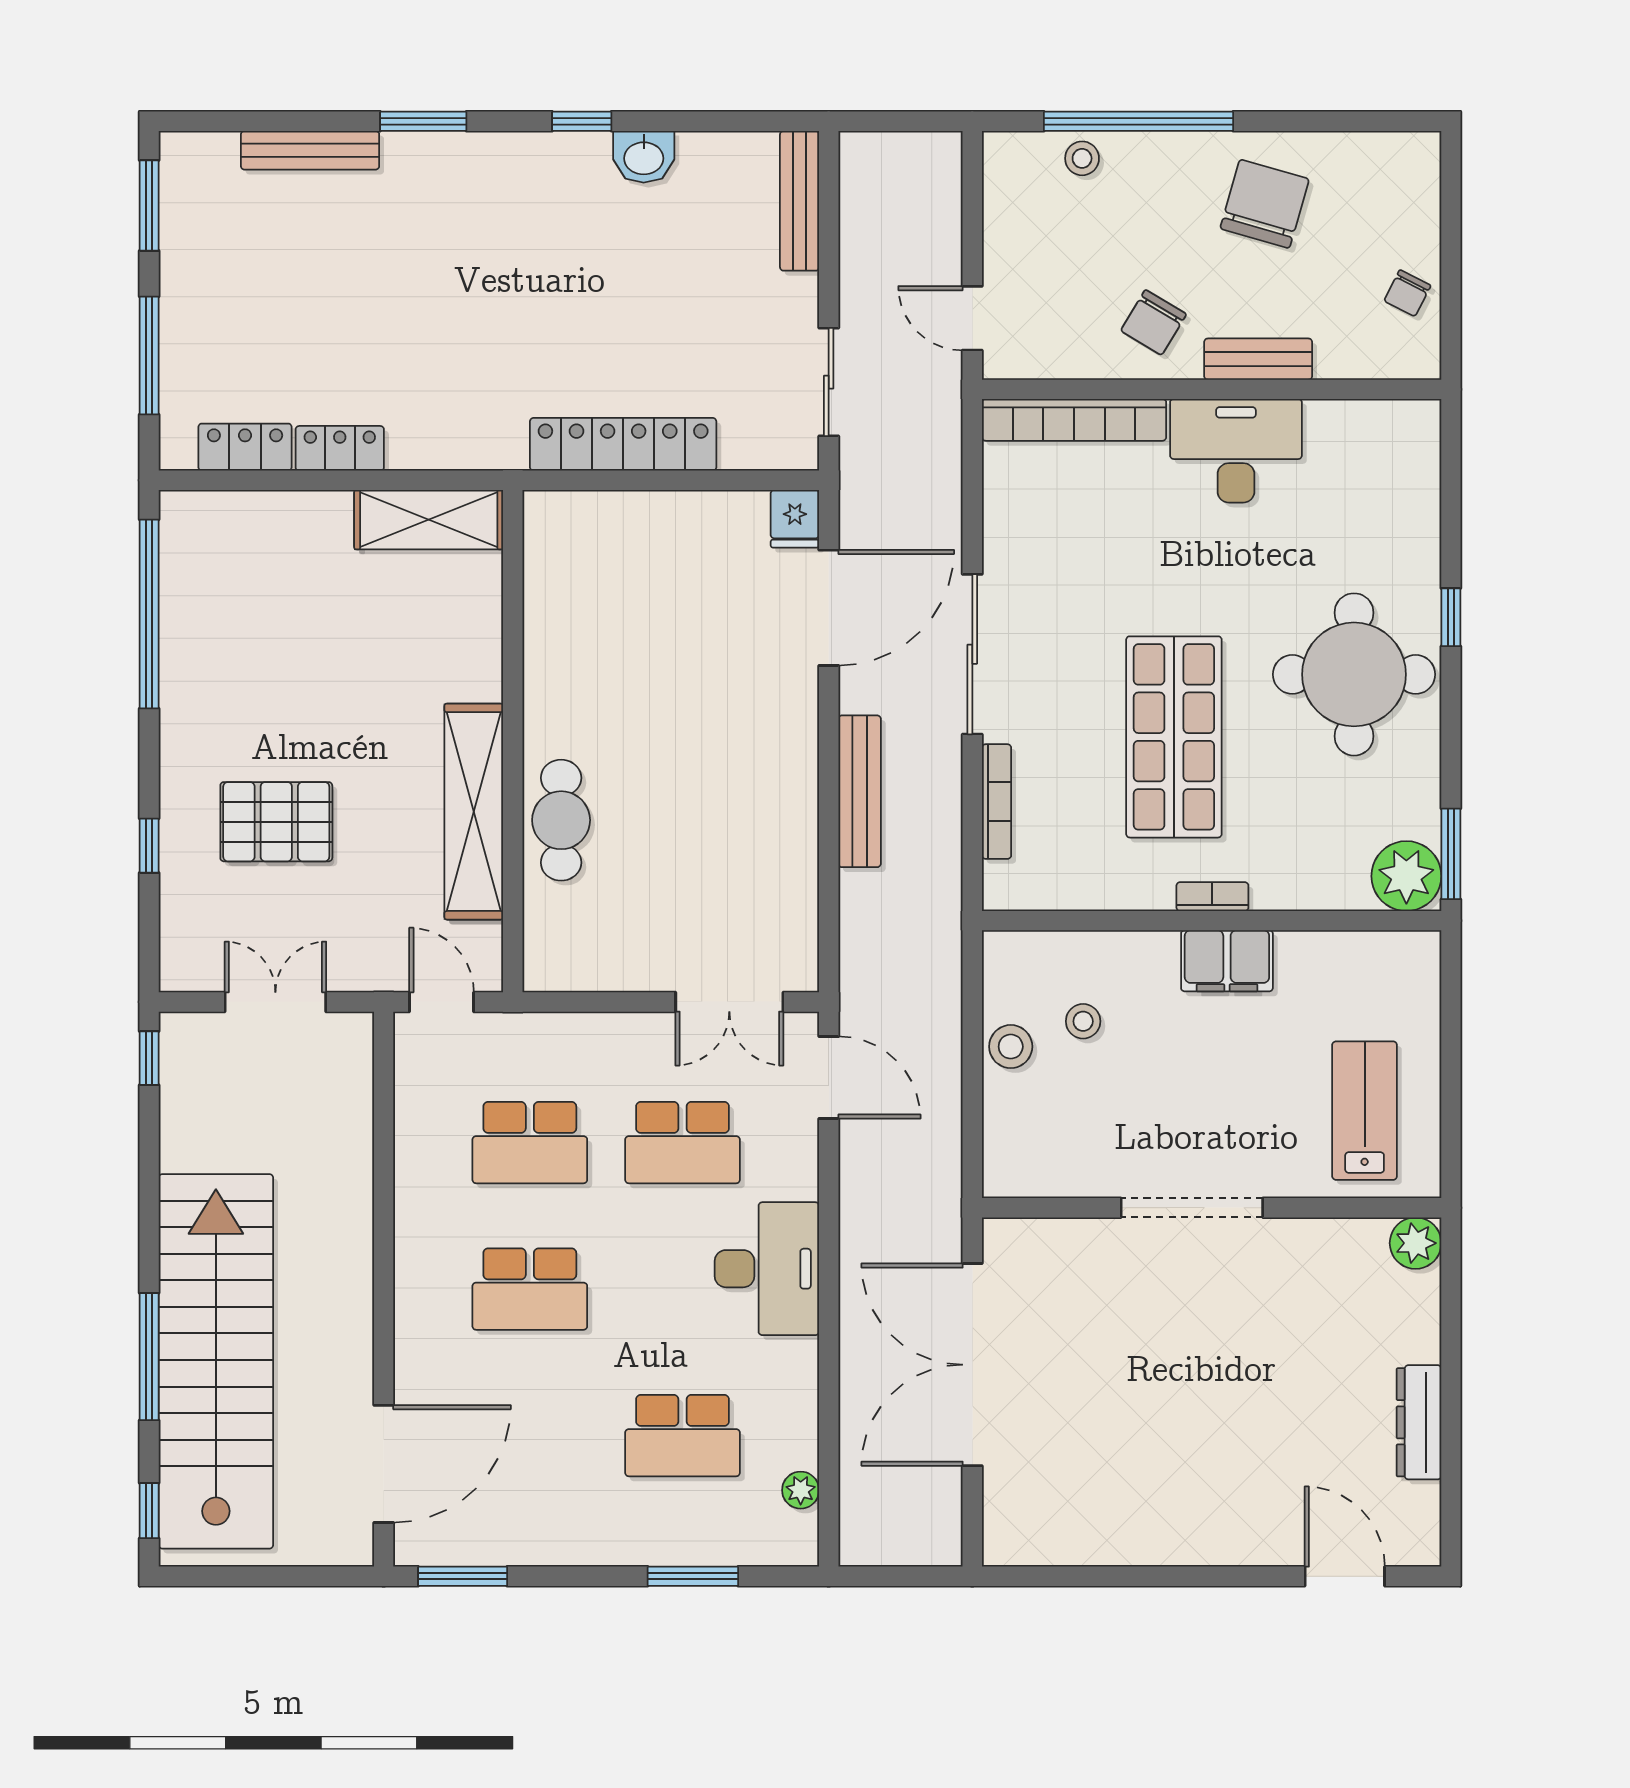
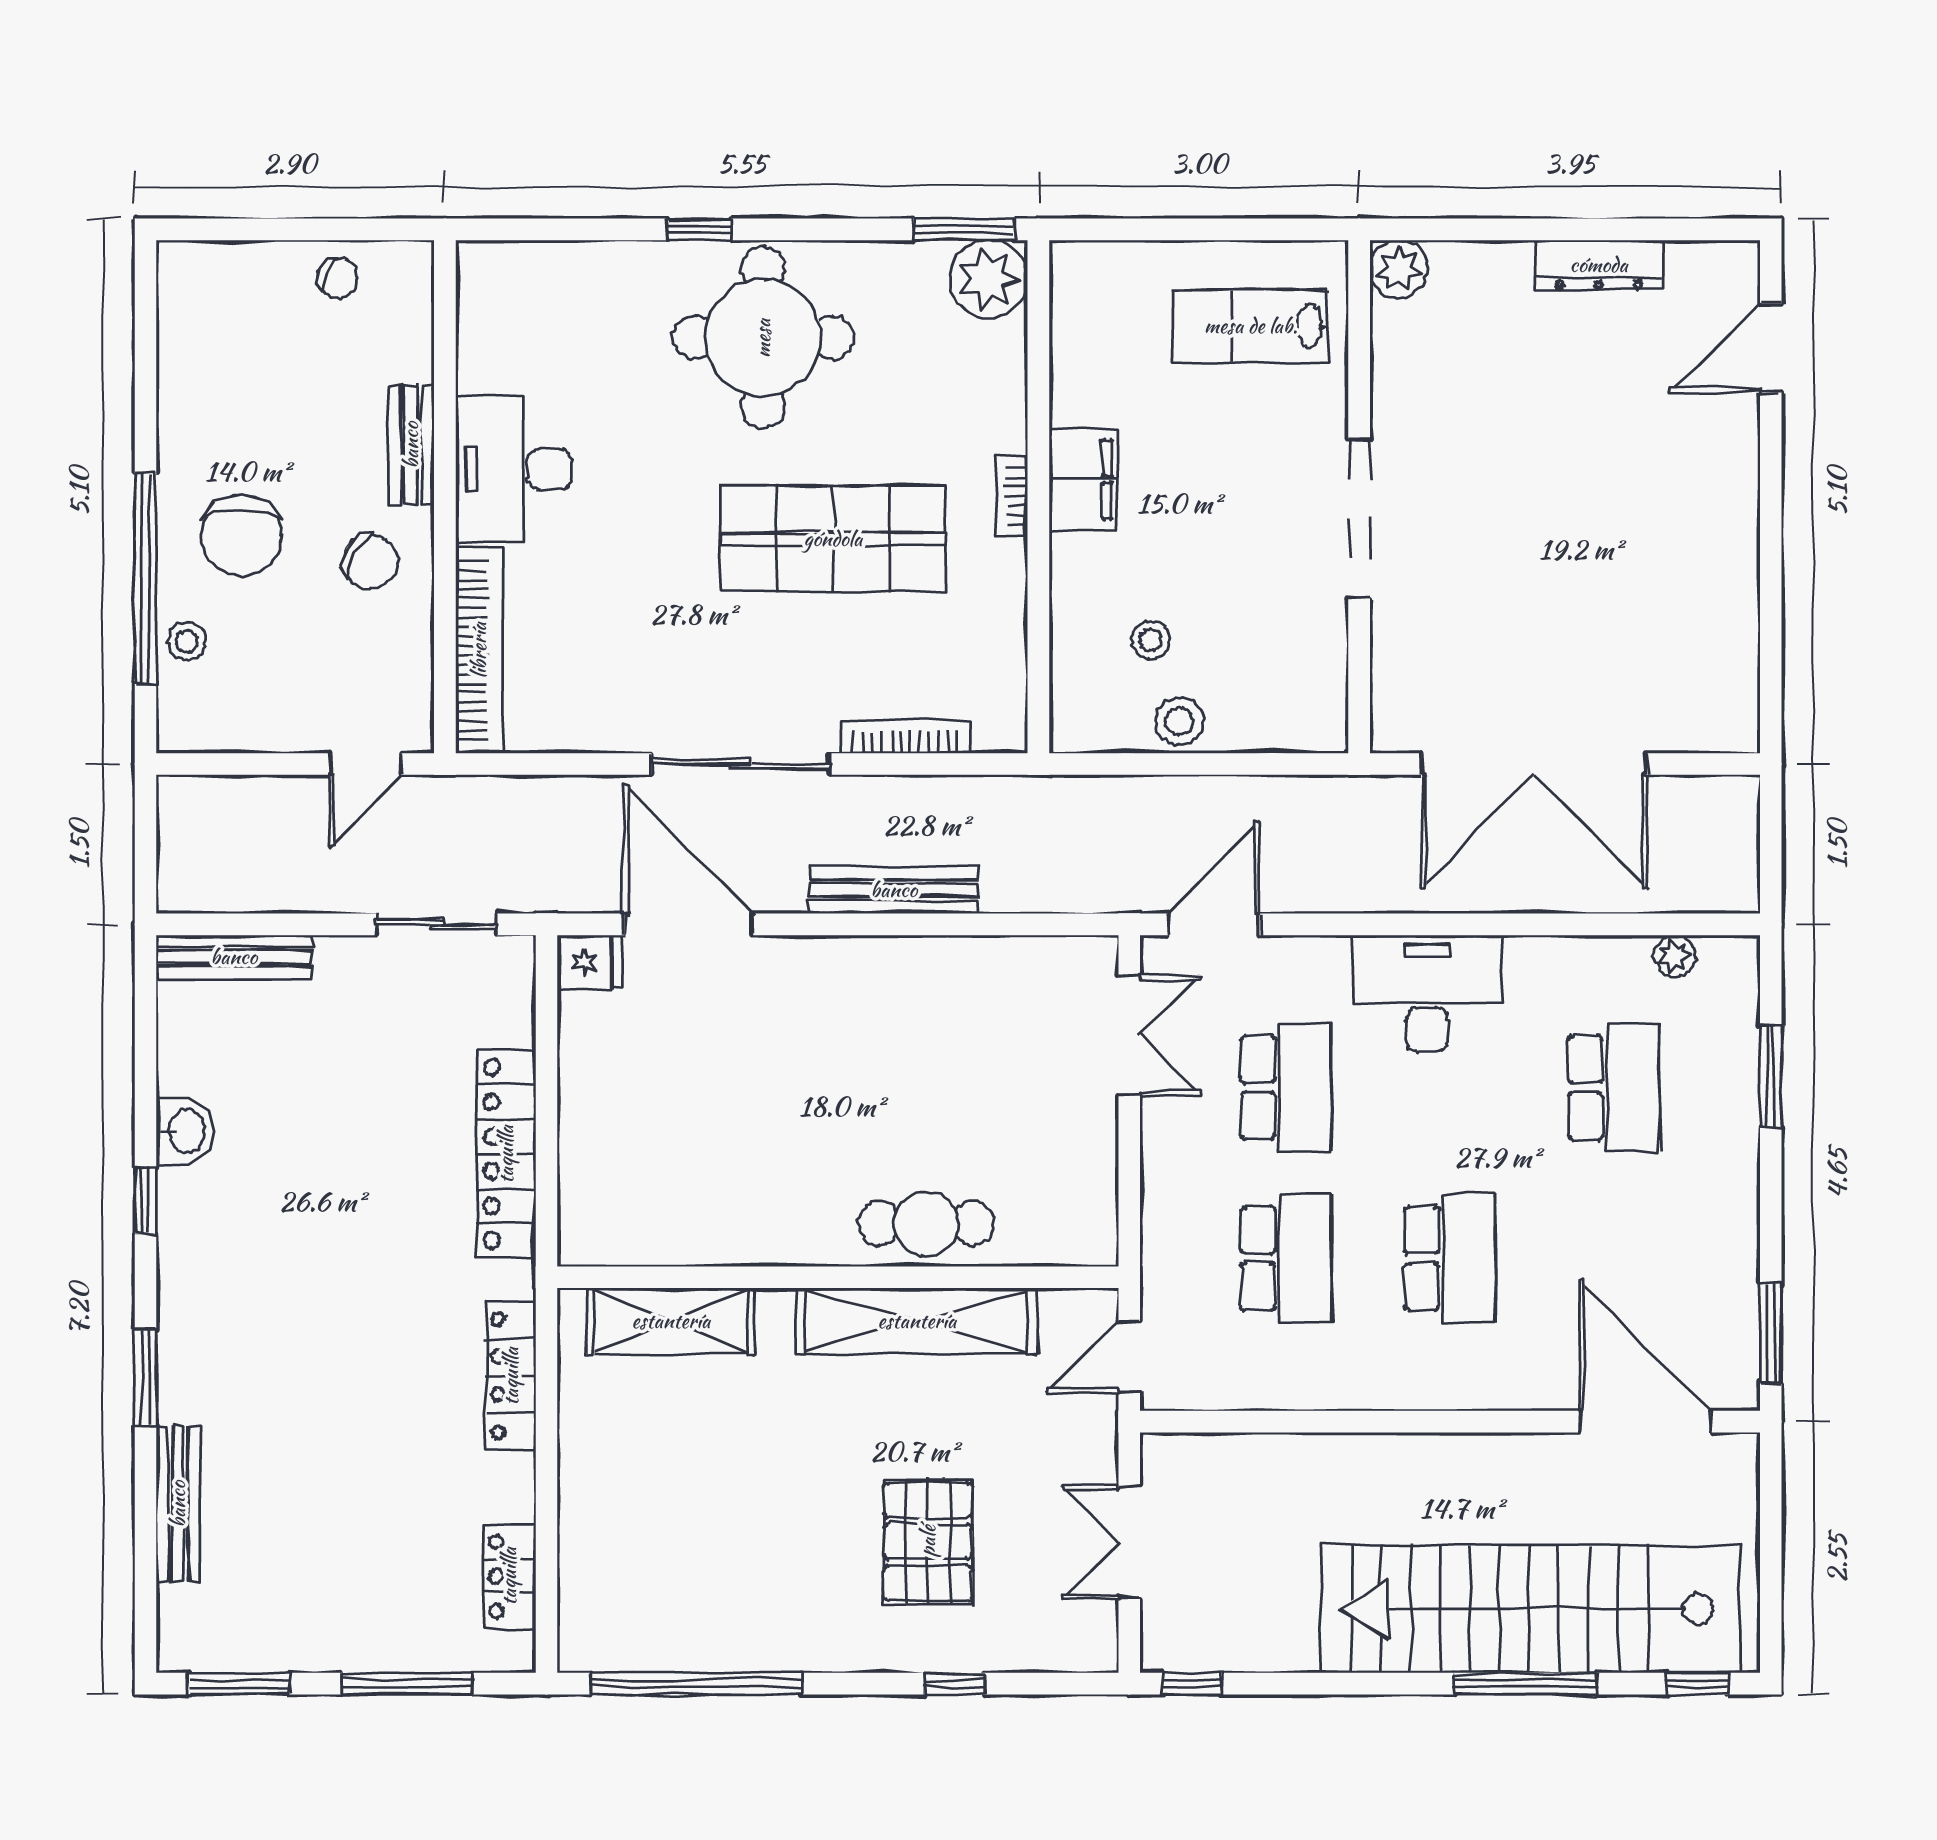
chair: (1265, 204) -> (241, 535), moved, turned -106
locker: (340, 448) -> (511, 1376), moved, width x1.53
shelving: (429, 520) -> (671, 1321), moved, turned 90

